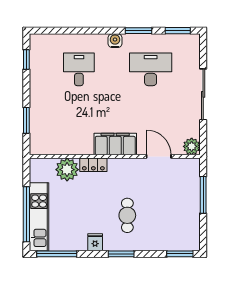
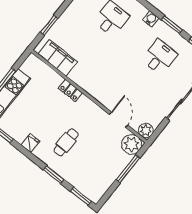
desk: (151, 69) -> (159, 57), width x0.73
filing cabinet: (115, 144) -> (58, 58), moved
plant: (67, 170) -> (132, 144), moved
window: (121, 254) -> (54, 175), moved

